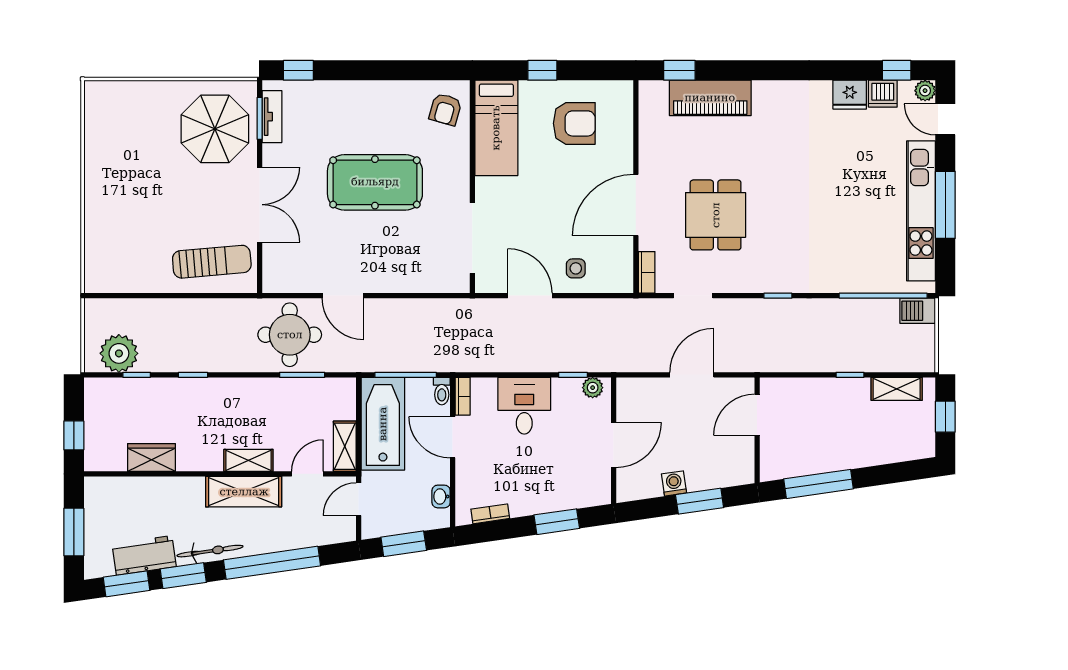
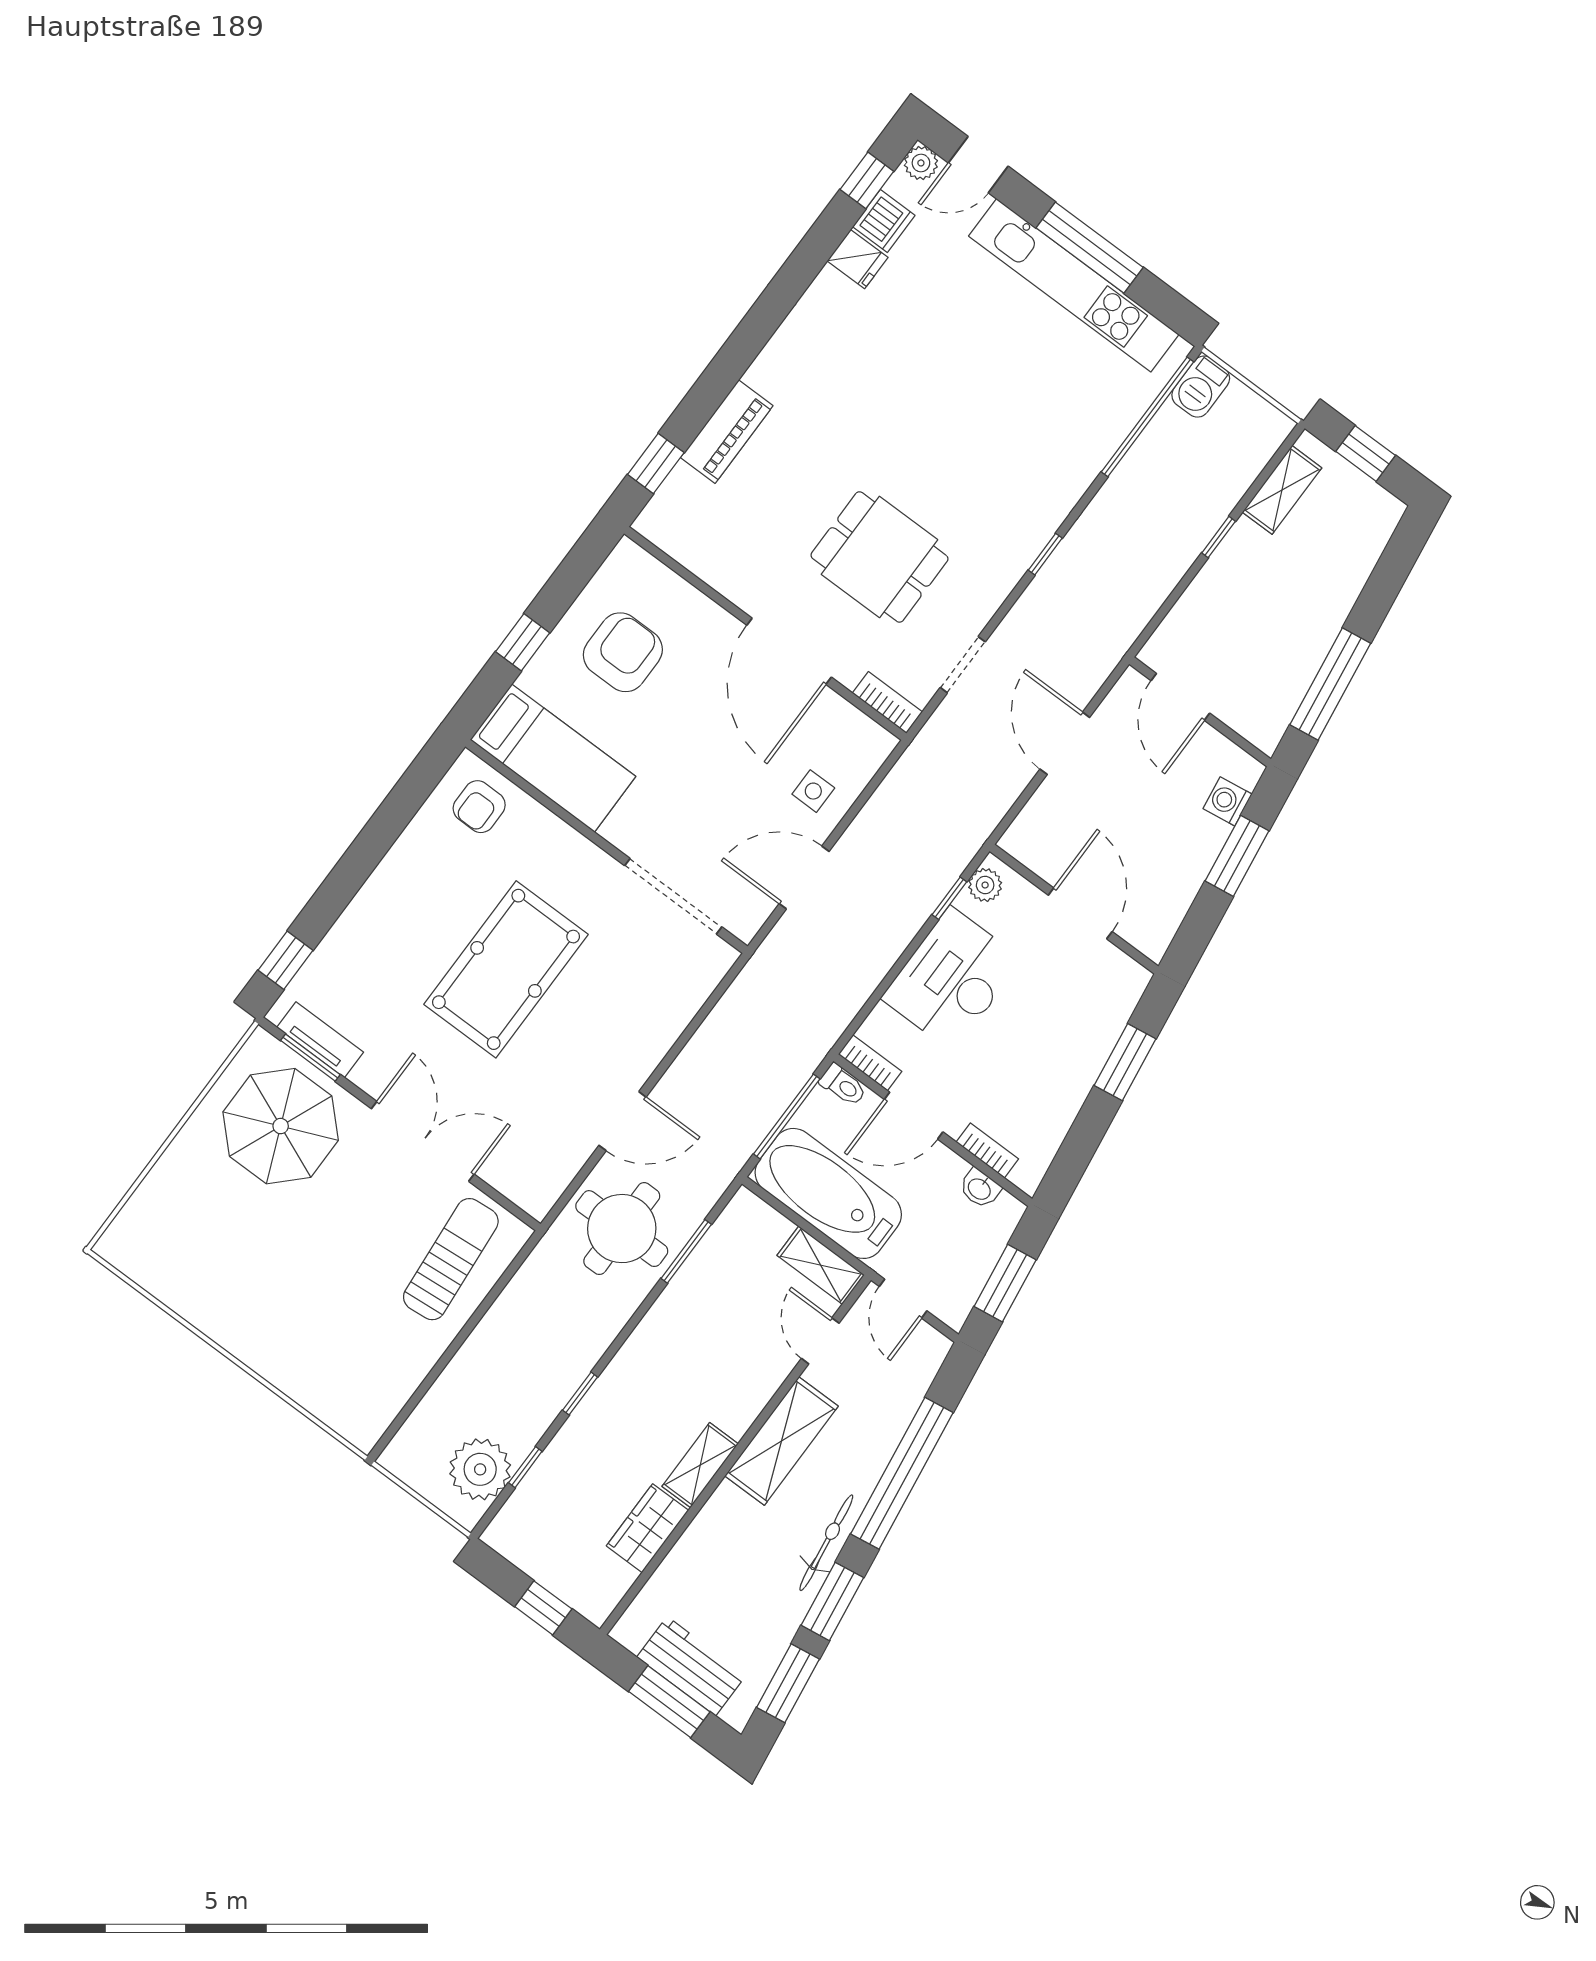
fridge: (850, 95) -> (858, 259), width x0.72
piano: (710, 98) -> (727, 432), width x0.73, depth x0.75
armchair: (445, 109) -> (479, 807), turned 74
desk: (524, 406) -> (952, 979), width x1.37
shelving: (248, 460) -> (700, 1465), moved
washing machine: (674, 483) -> (1227, 801), moved
bookcase: (490, 514) -> (987, 1150), moved, turned 98
workbench: (144, 555) -> (691, 1666), moved, turned 98

